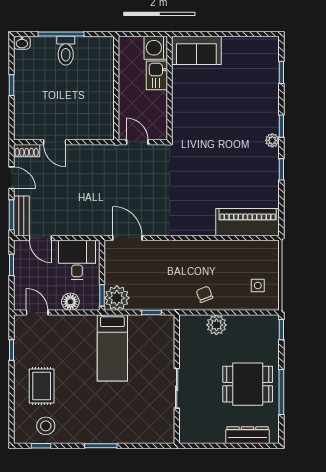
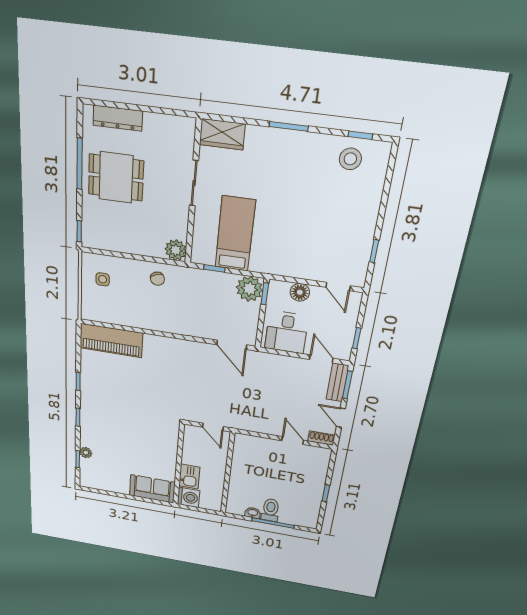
washbasin: (22, 43) -> (253, 513), moved
plant: (272, 140) -> (86, 453), moved
plant: (216, 325) -> (176, 250), moved
bed: (112, 348) -> (235, 234), moved
rug: (42, 386) -> (347, 206), removed
wardrobe: (156, 433) -> (222, 134), added

